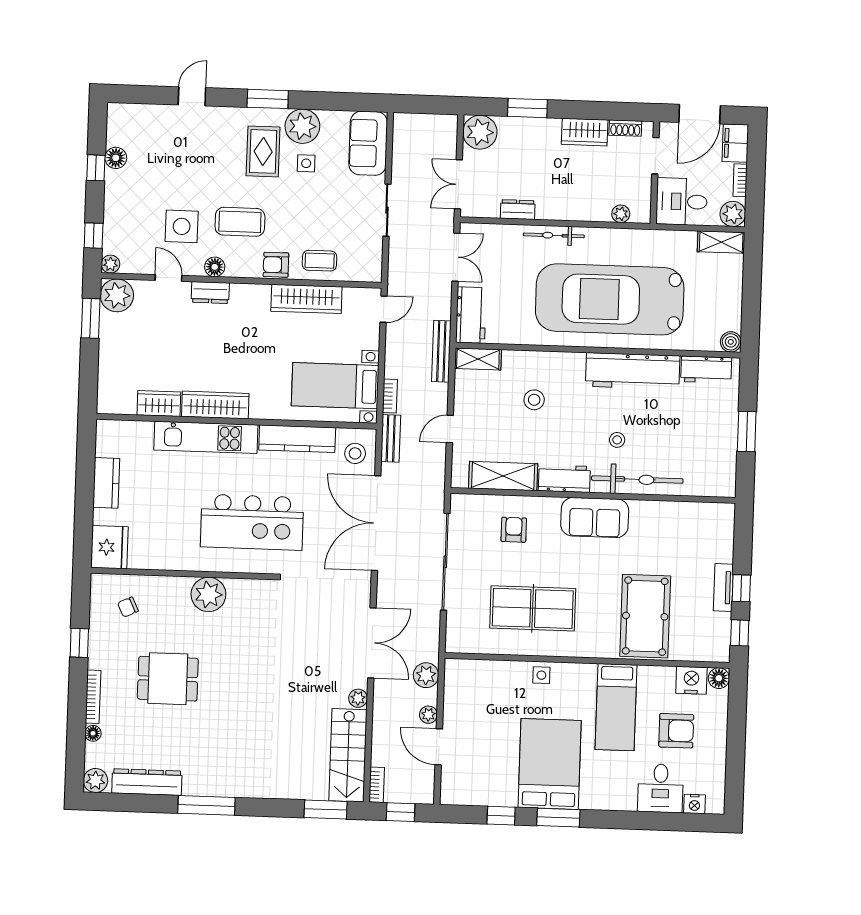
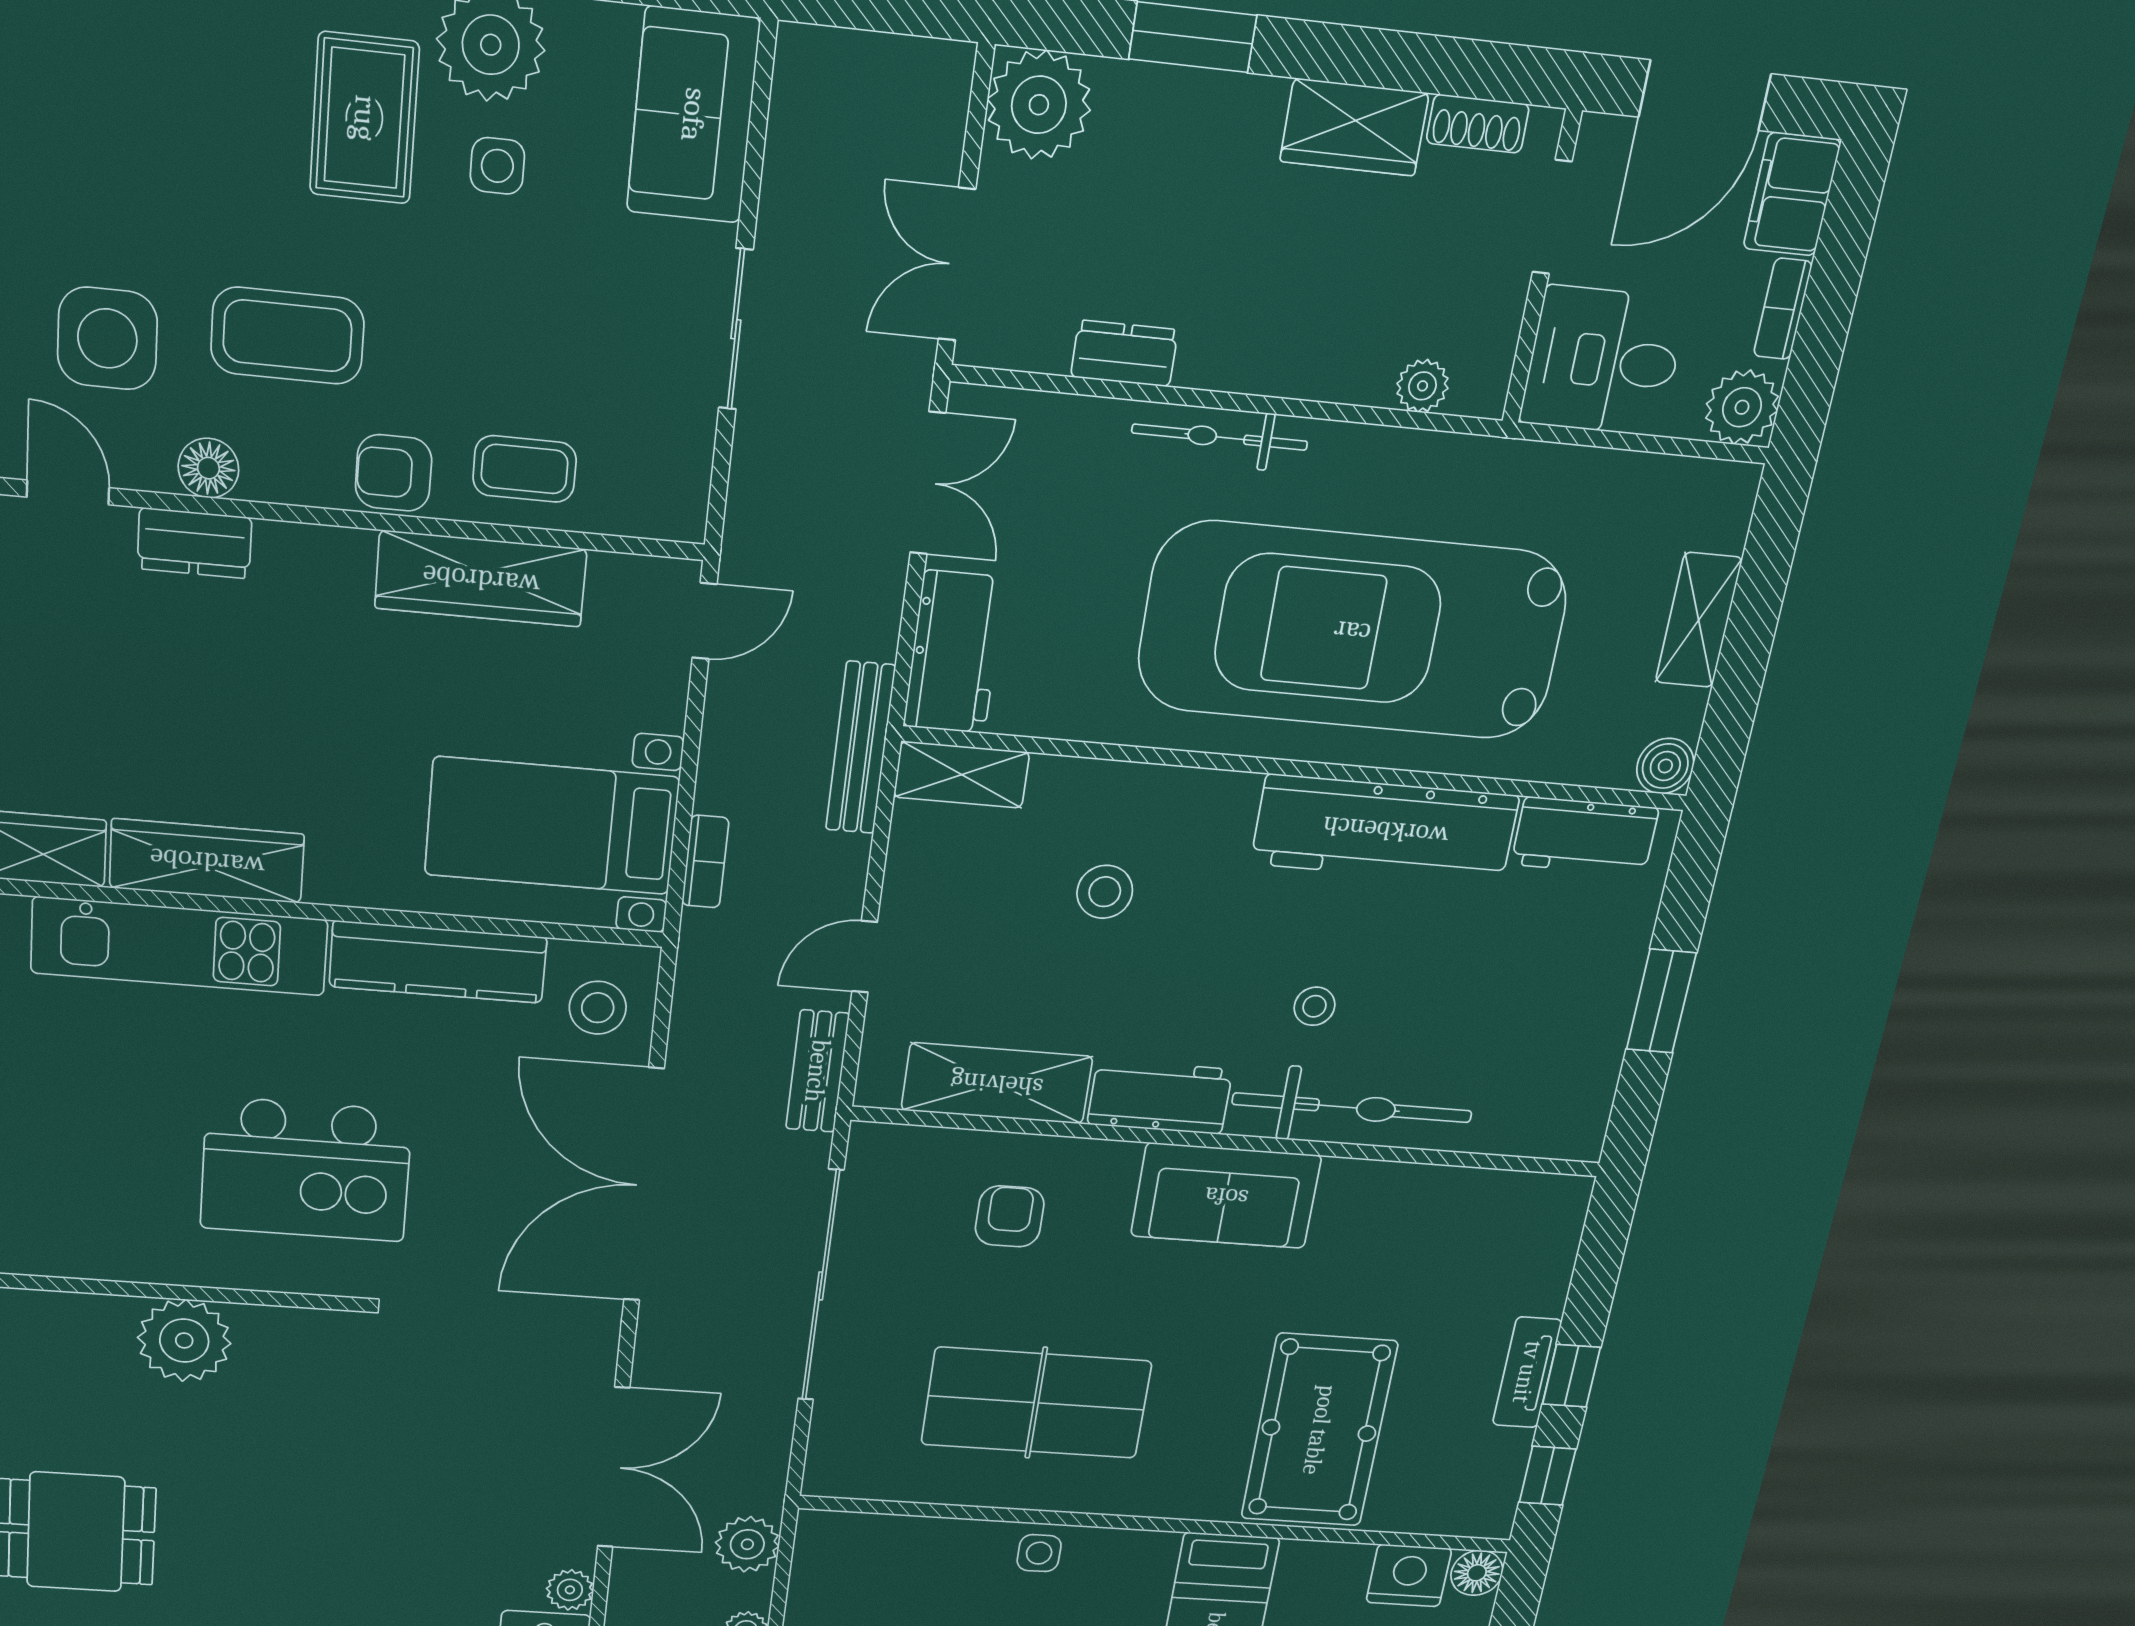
shelving: (721, 242) -> (1699, 620), moved, turned 90
bench: (391, 438) -> (817, 1071), moved
kitchen island: (252, 522) -> (306, 1169), width x0.73

